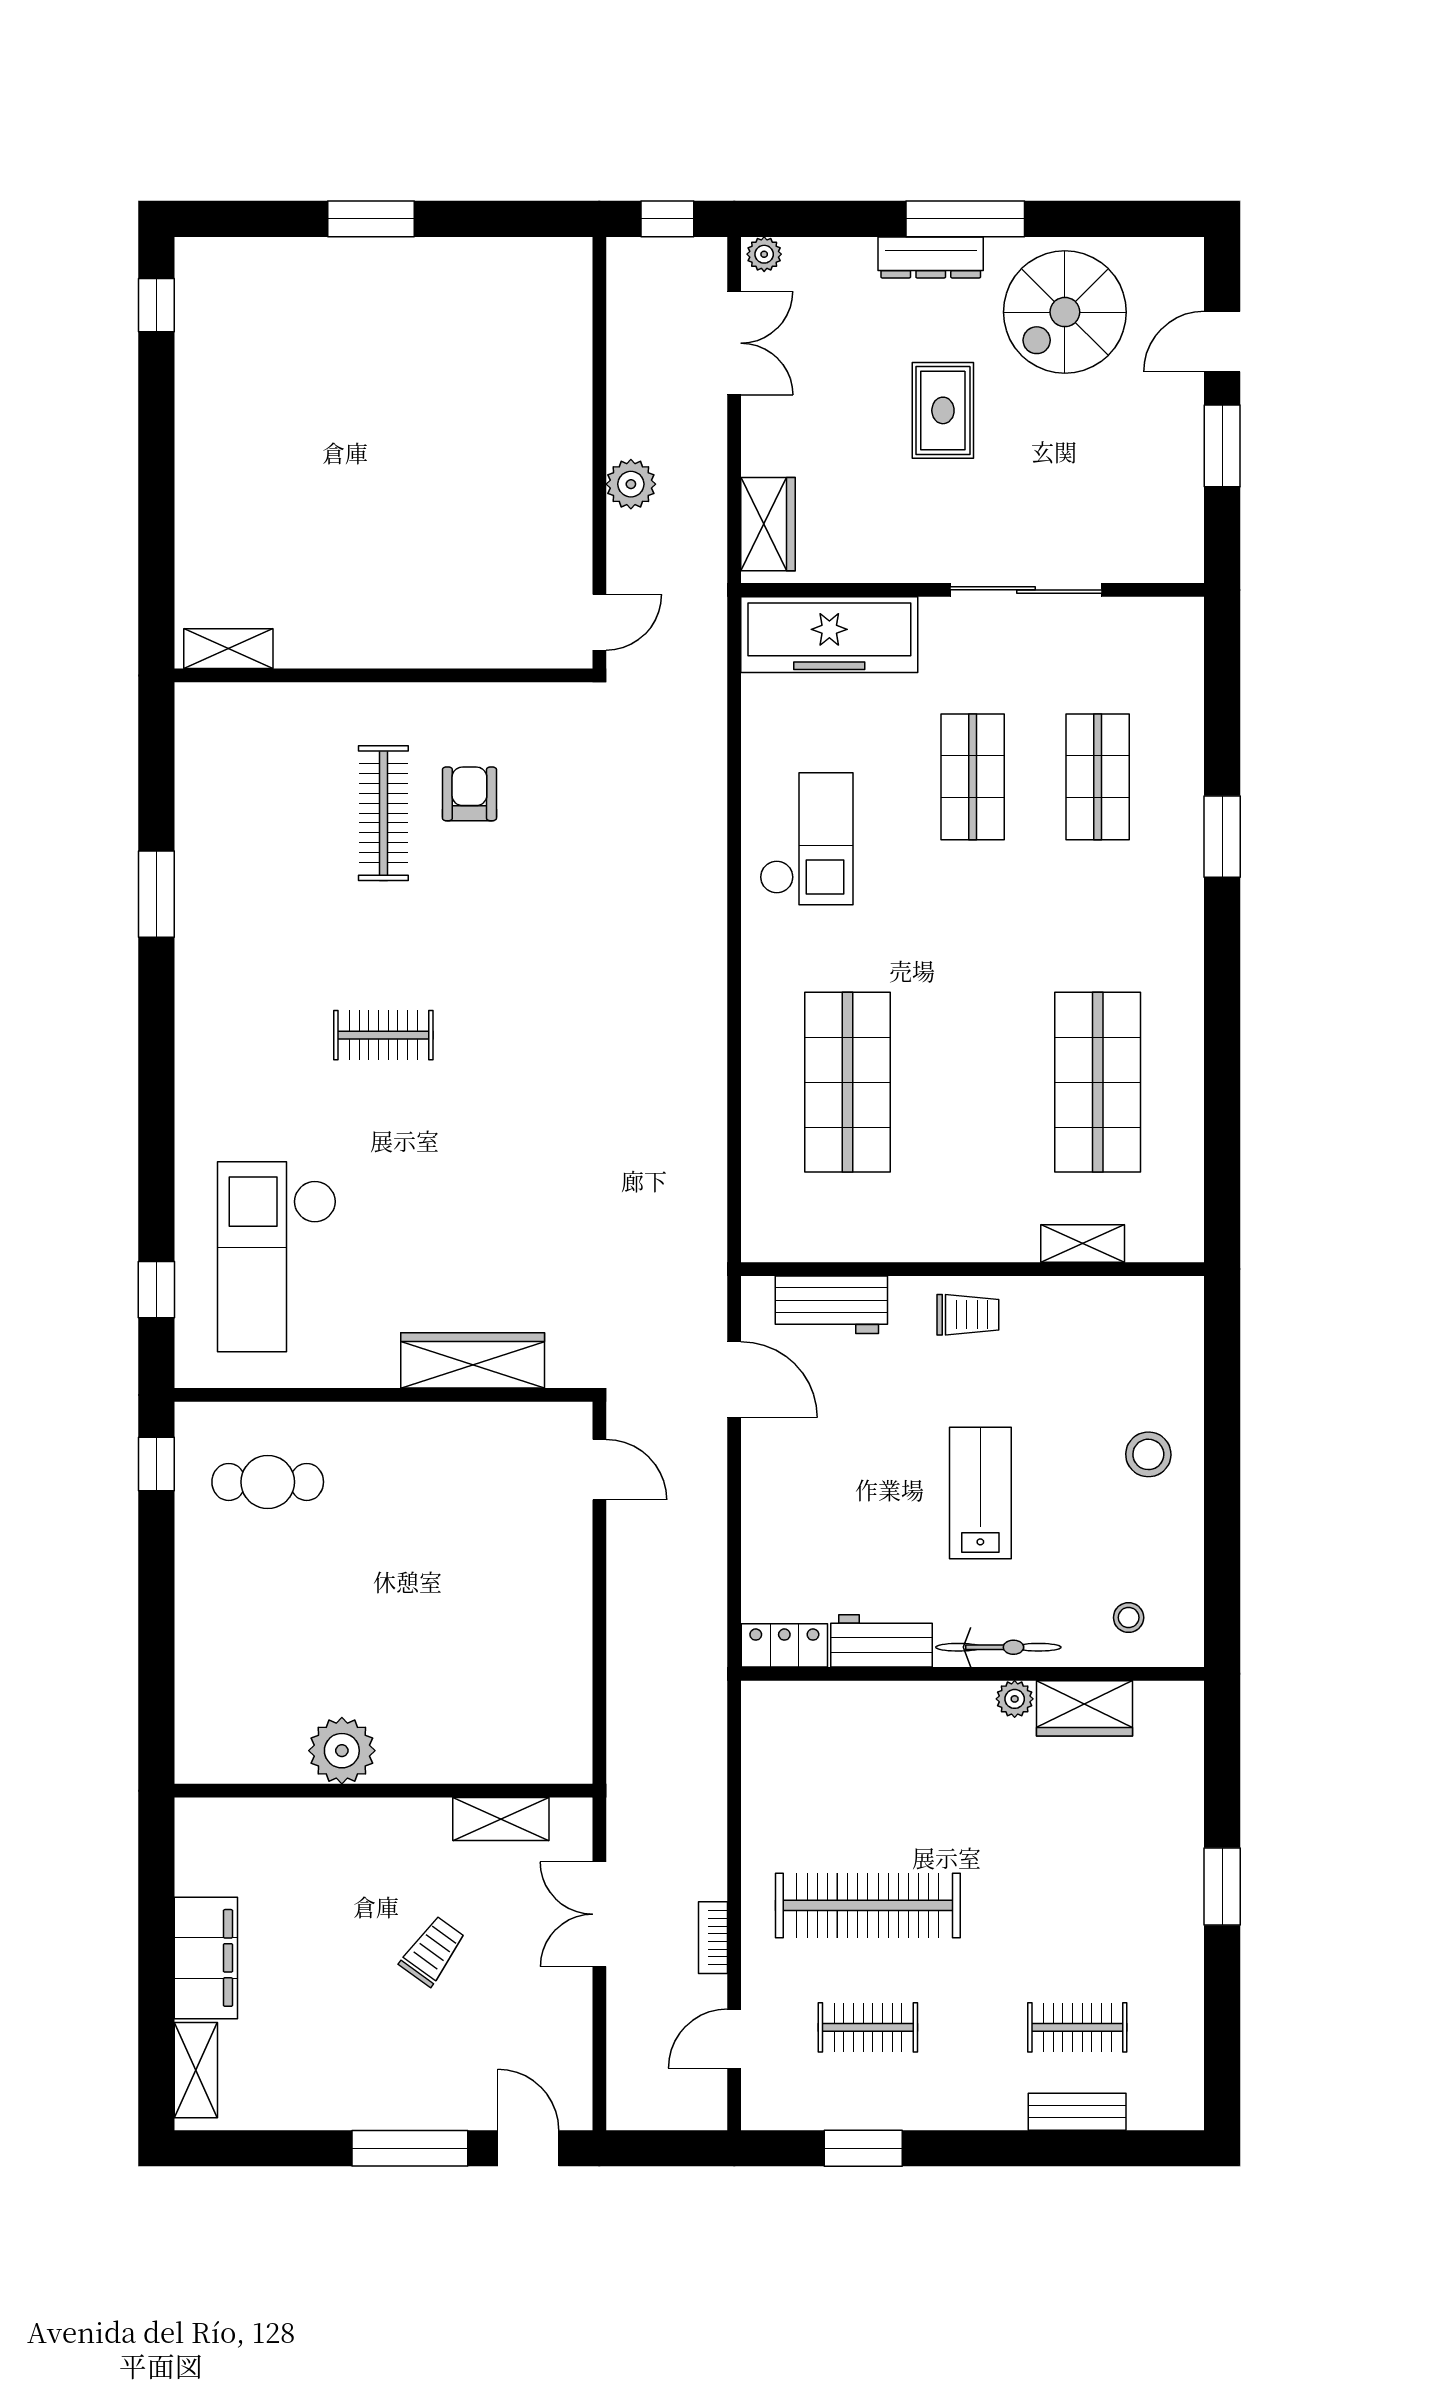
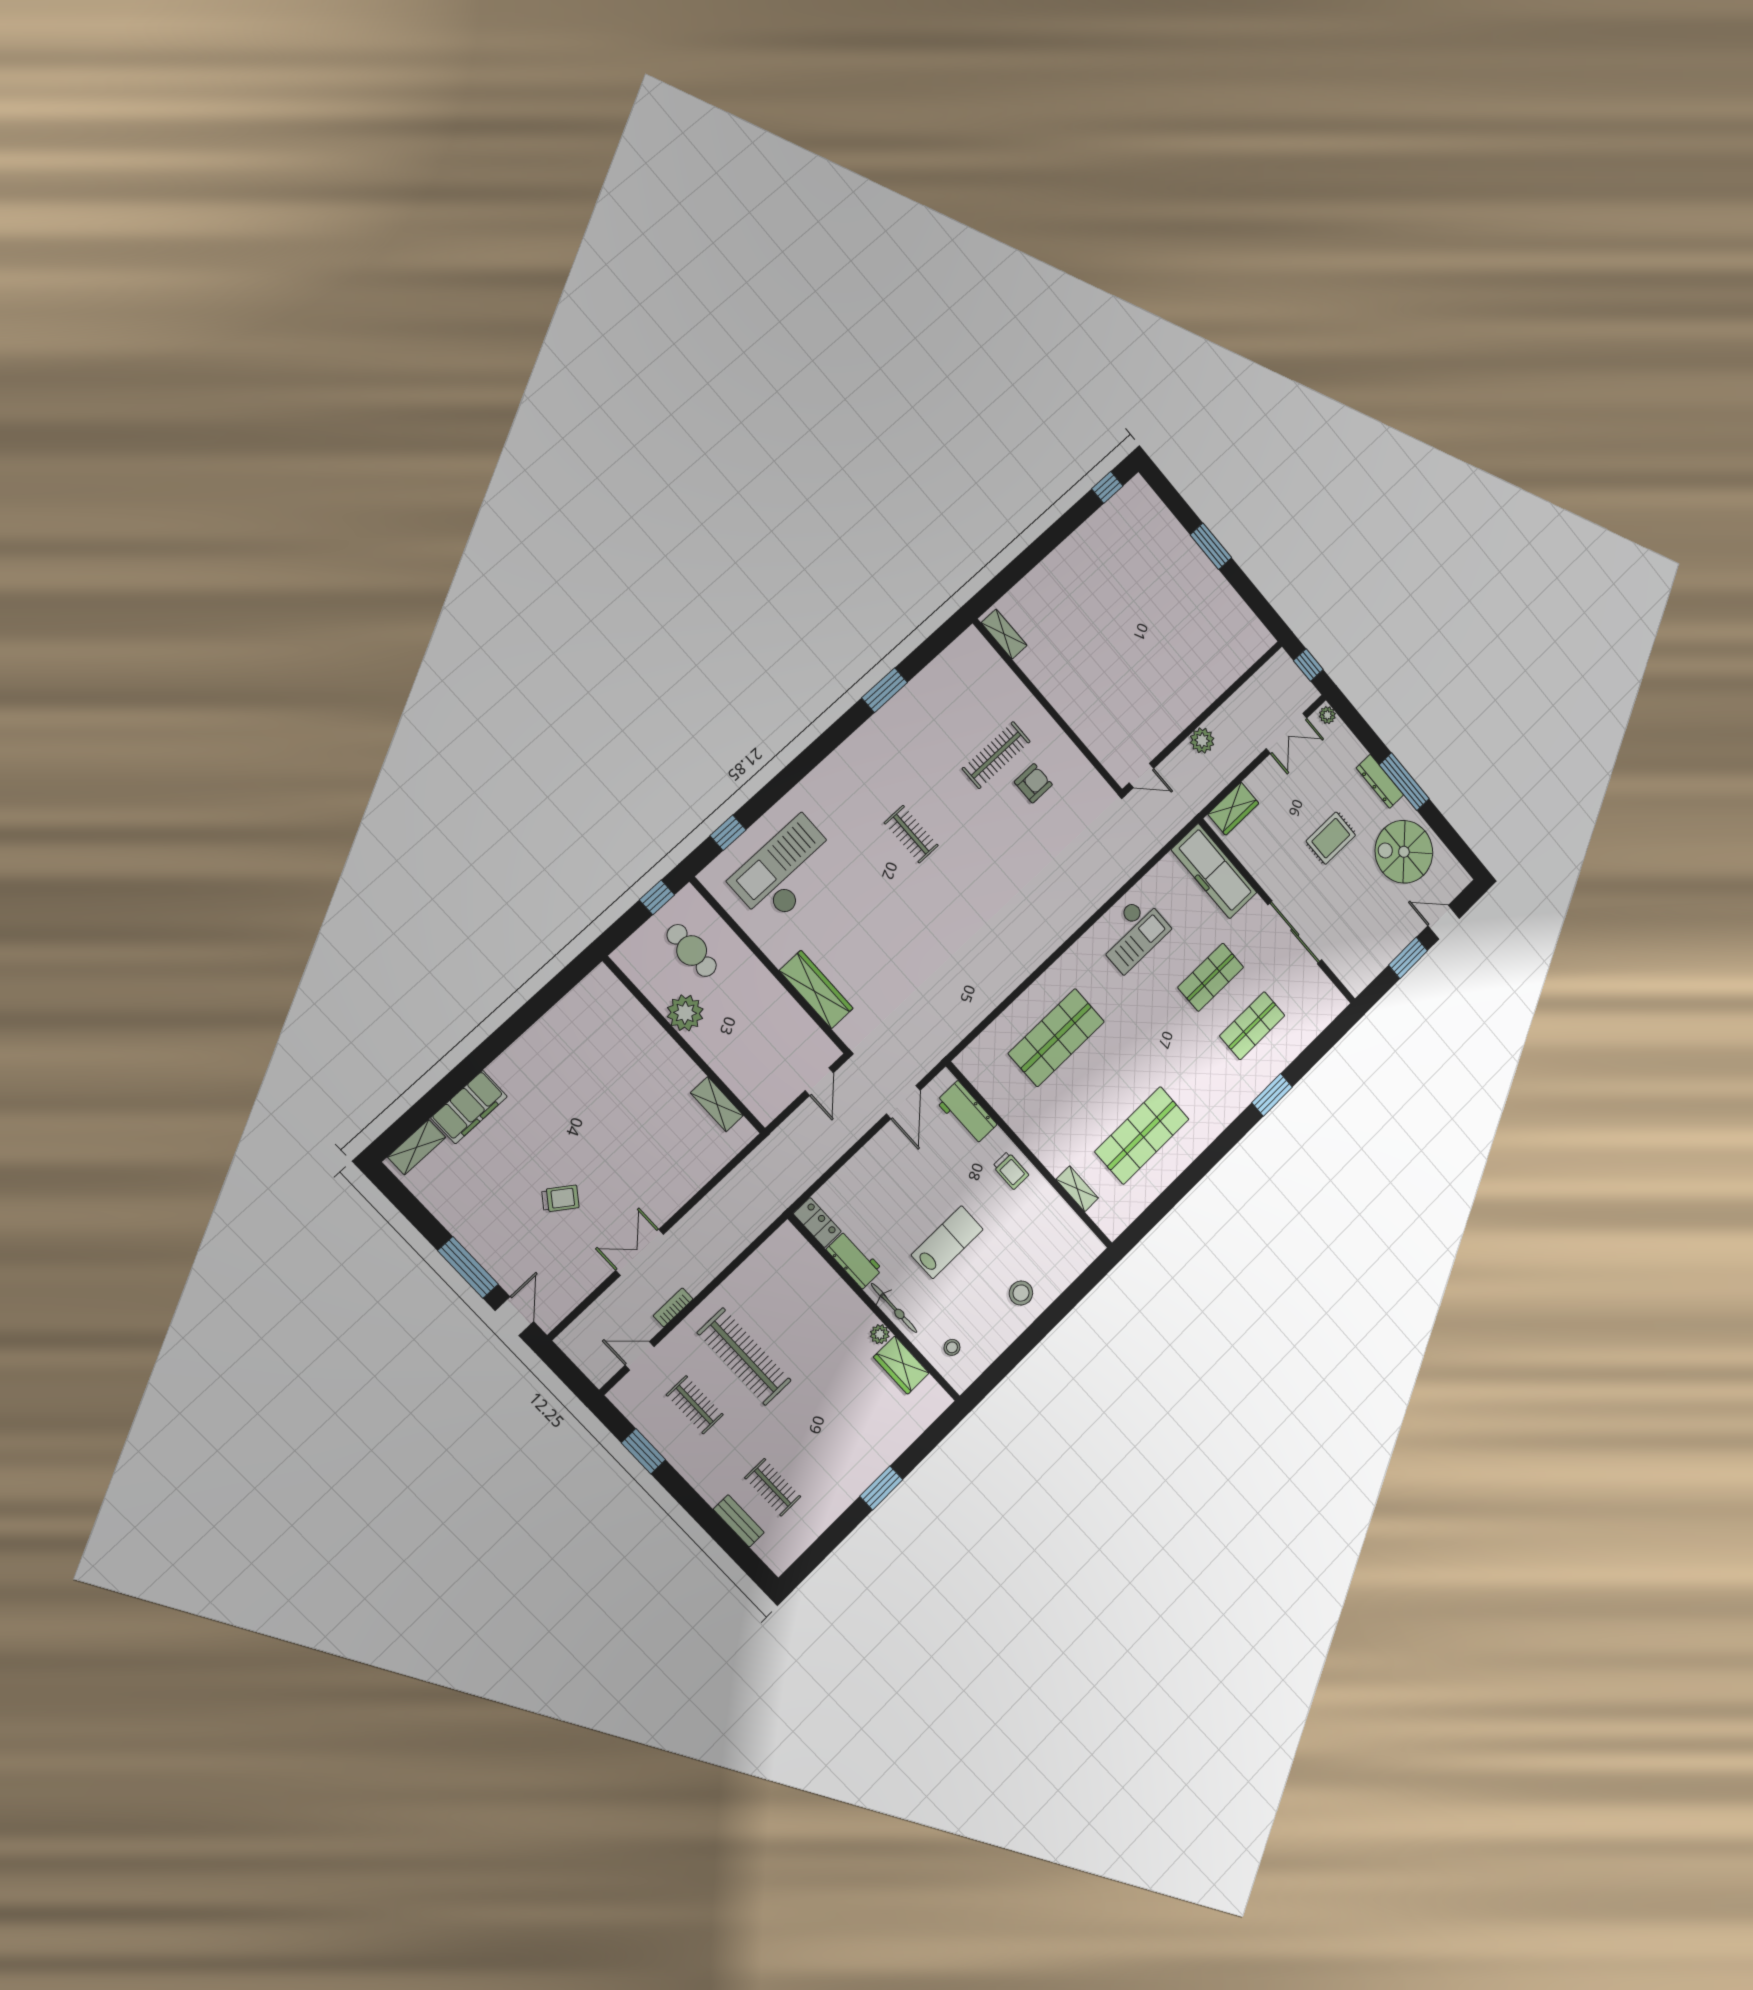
plant: (342, 1751) -> (685, 1013), moved
wall: (383, 1791) -> (684, 1045), moved
shelving: (501, 1819) -> (717, 1104), moved

